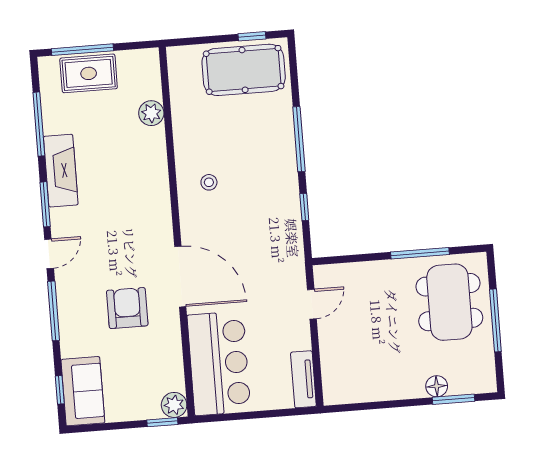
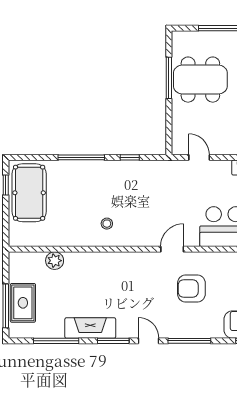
door: (180, 277) -> (172, 249), width x0.53
dining table: (449, 302) -> (200, 80), moved

